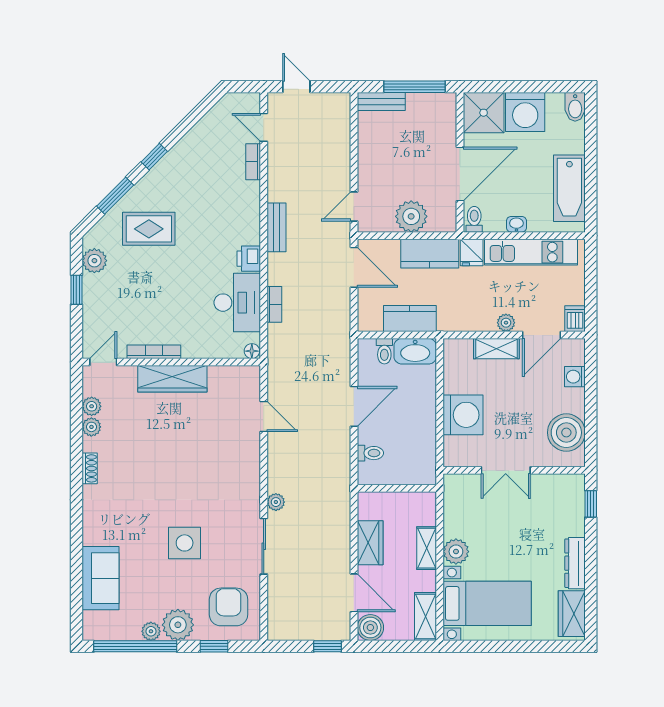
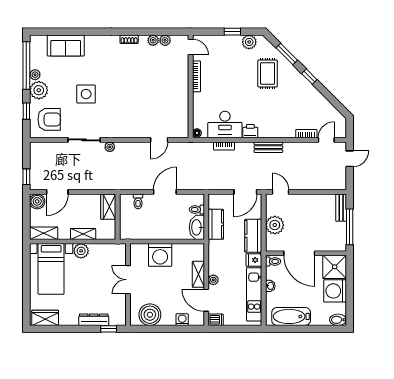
wardrobe: (172, 379) -> (181, 87), removed
door: (354, 406) -> (165, 192), swing flipped
wardrobe: (370, 543) -> (108, 207), moved, turned 90
dresser: (575, 563) -> (94, 320), moved

